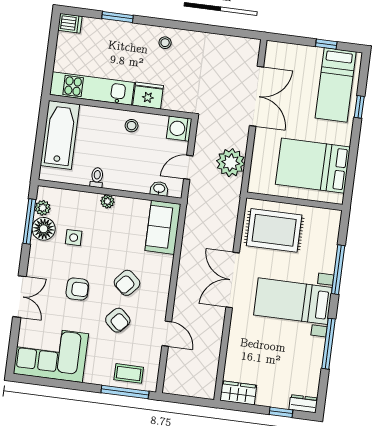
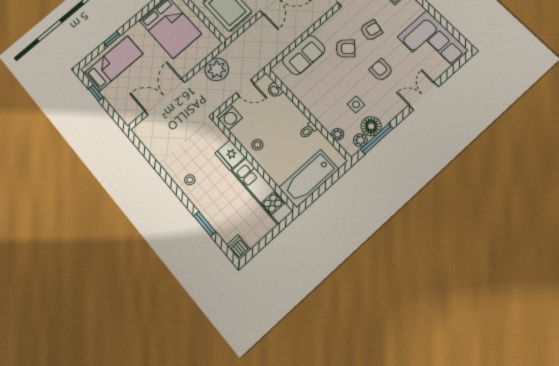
plant: (107, 201) -> (338, 134), moved
sofa: (163, 227) -> (304, 55), moved
armchair: (118, 320) -> (371, 30), turned 59

